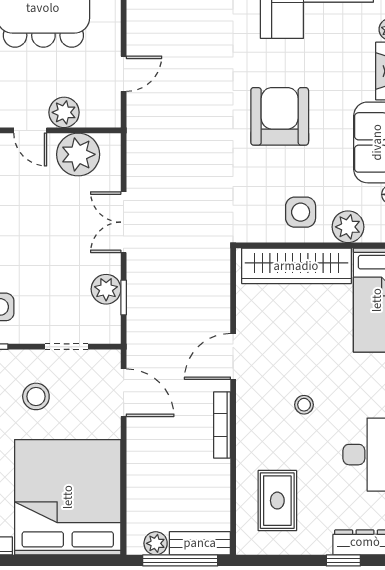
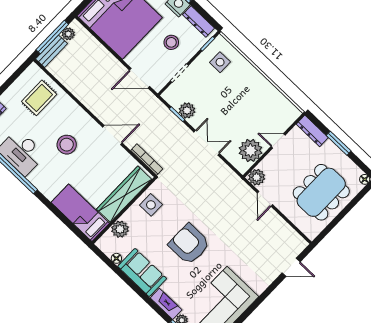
plant: (64, 112) -> (257, 177), moved
armchair: (280, 116) -> (189, 244), turned 180
side table: (301, 212) -> (151, 205), moved
door: (233, 356) -> (112, 135), hinge flipped
stool: (304, 405) -> (67, 145), width x1.89, depth x1.89
bookcase: (222, 425) -> (147, 160), moved
rug: (277, 501) -> (39, 98), turned 90

